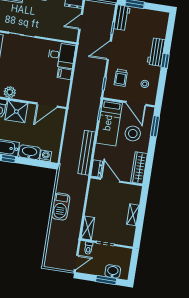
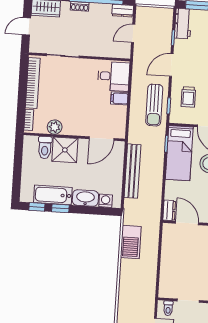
sun lounger: (92, 82) -> (154, 105), added
bench: (87, 153) -> (132, 171), moved
barbecue: (61, 207) -> (131, 242), moved
shelving: (88, 228) -> (165, 284), removed

